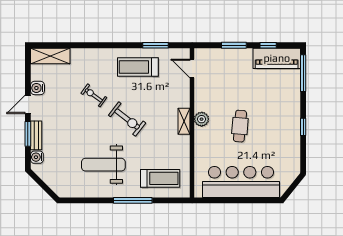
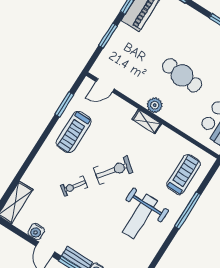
cafe table: (240, 126) -> (182, 75), width x1.37, depth x1.35

